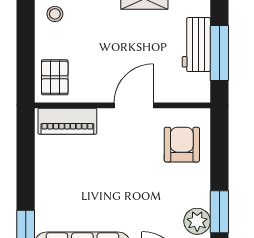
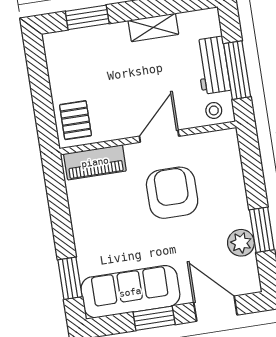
stool: (55, 14) -> (214, 110), moved
armchair: (182, 145) -> (172, 193), moved, width x1.36, depth x1.36

